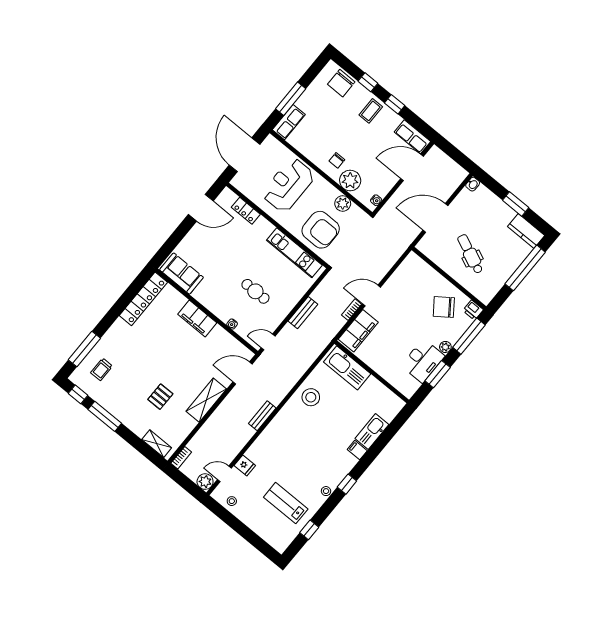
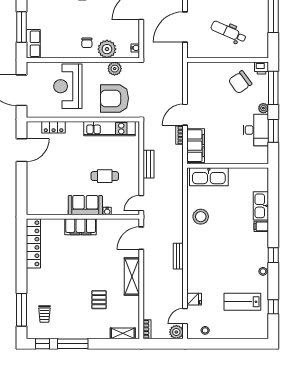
armchair: (321, 230) -> (114, 98), turned 180
sofa: (182, 274) -> (85, 205), moved

